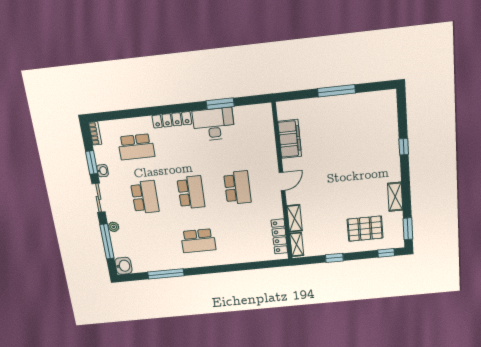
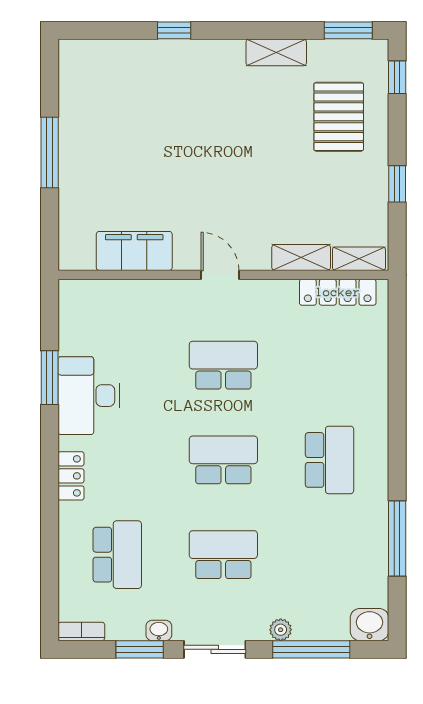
locker: (172, 120) -> (71, 476), width x0.66

